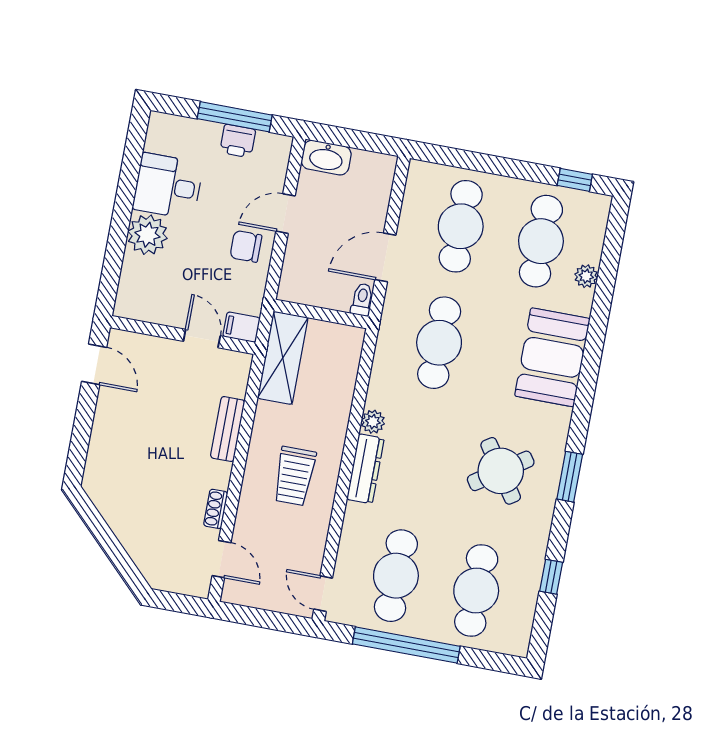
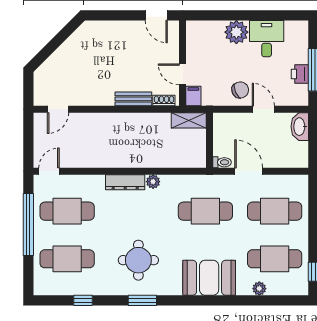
chair: (246, 246) -> (240, 90), turned 66
door: (202, 339) -> (183, 74), swing flipped
shelving: (283, 358) -> (189, 120), width x0.67, depth x0.75
door: (94, 364) -> (156, 15), hinge flipped
round table: (501, 471) -> (138, 260), turned 34
trolley: (294, 476) -> (113, 142), removed
shoe rack: (216, 509) -> (164, 101), moved

